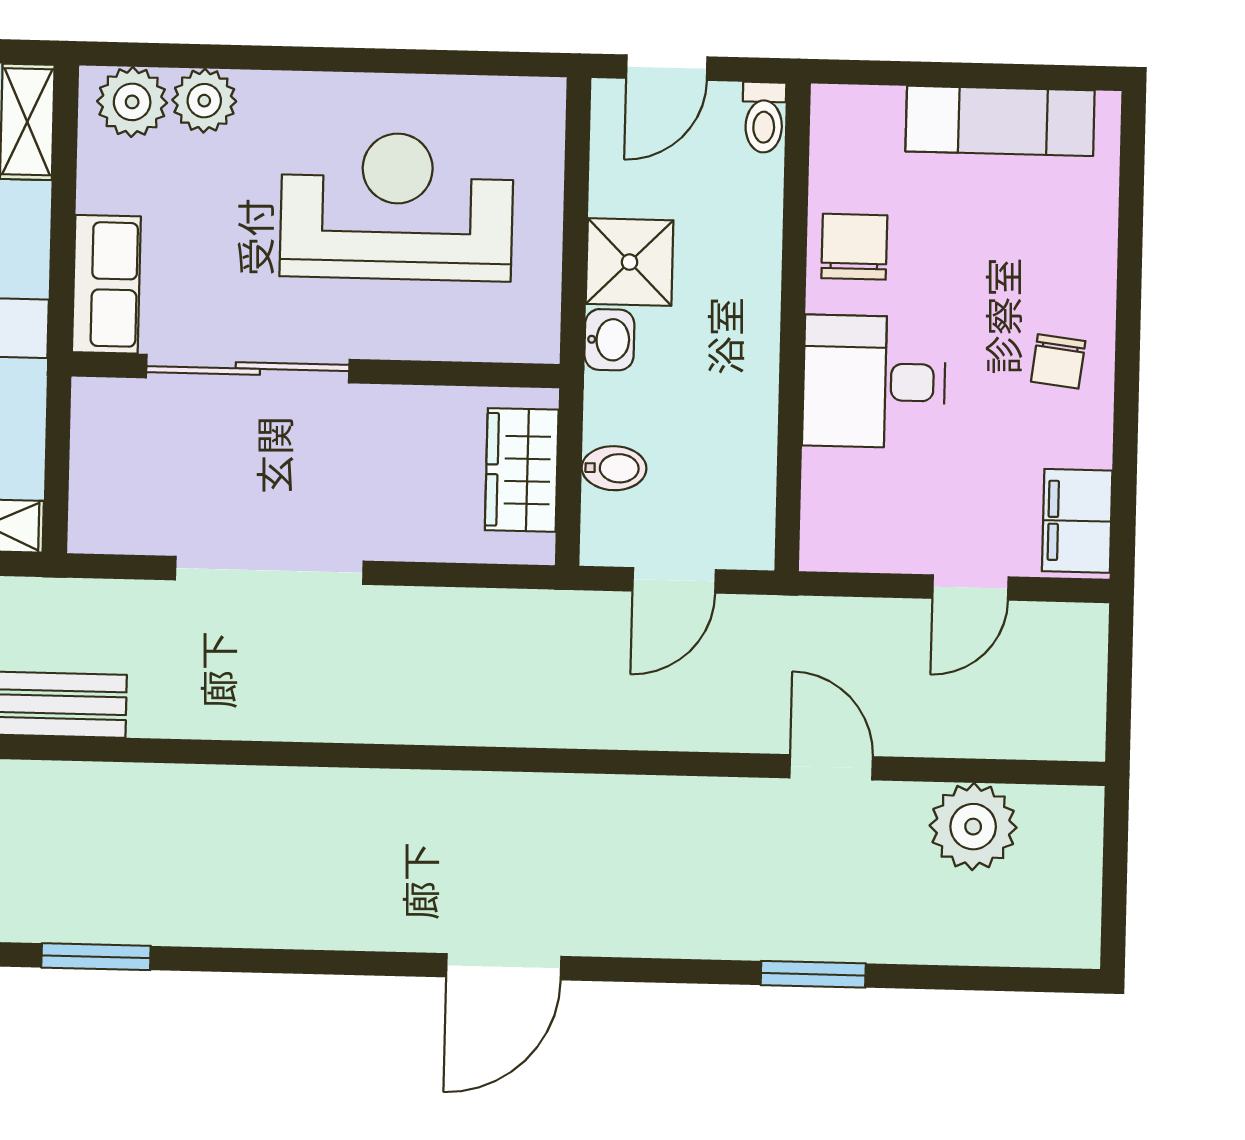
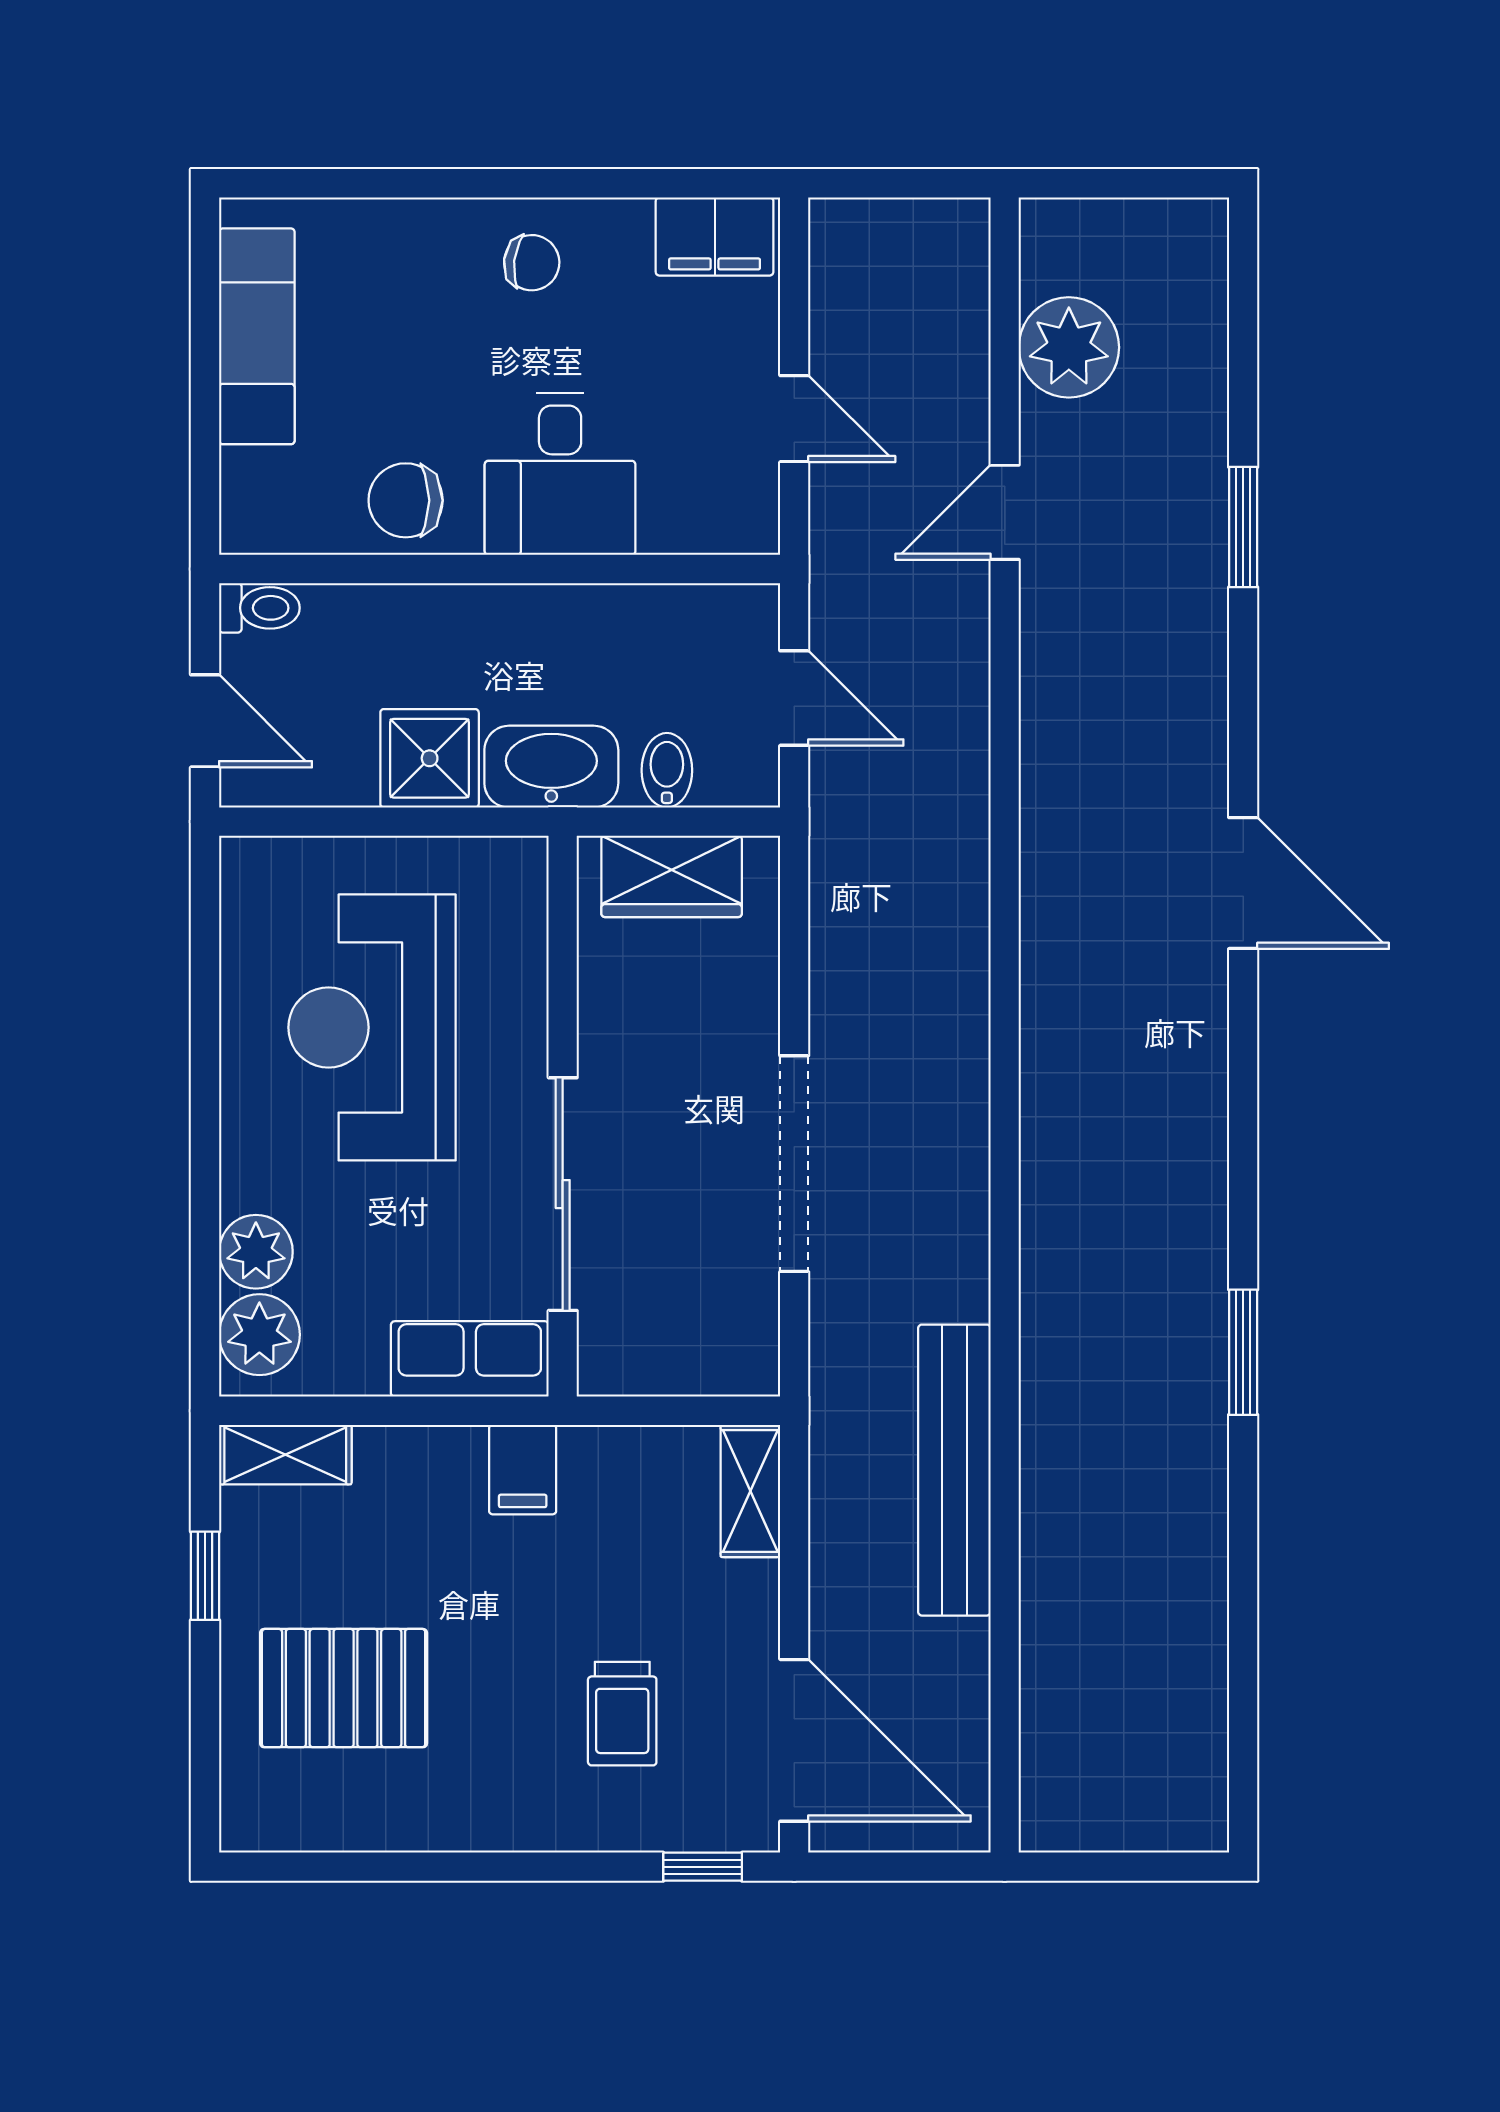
washbasin: (609, 340) -> (551, 767), width x1.91, depth x1.45
door: (970, 588) -> (794, 419), moved

